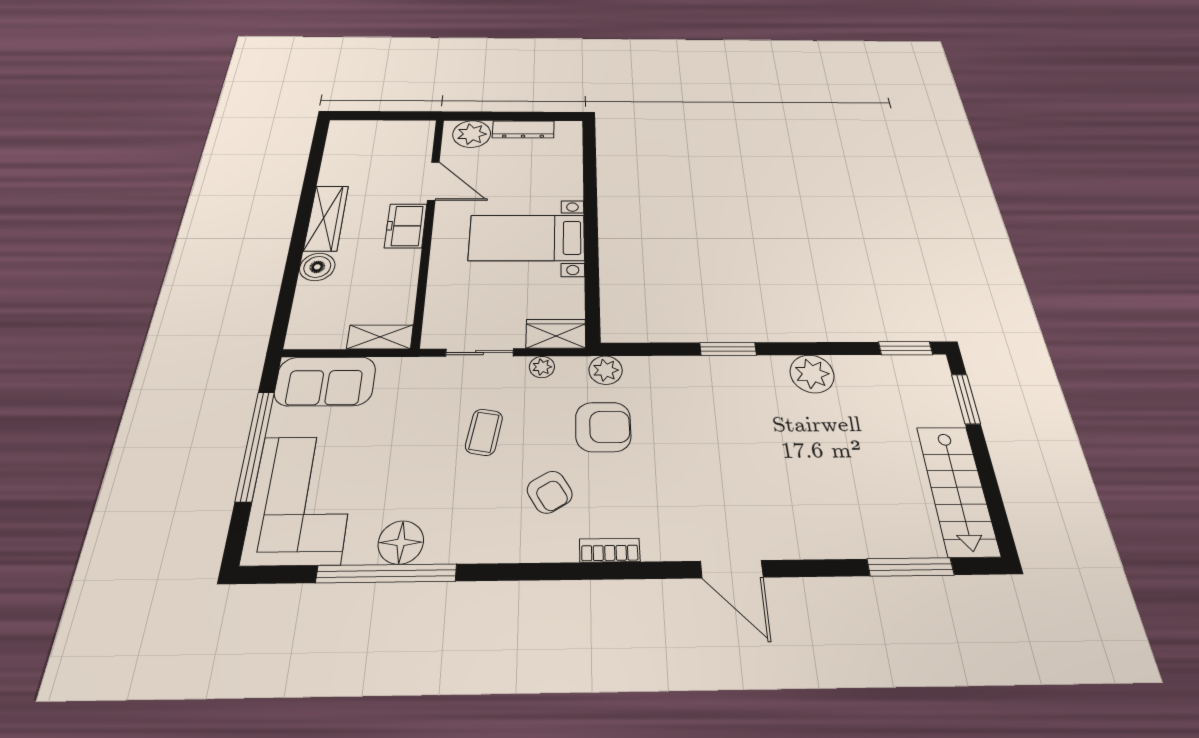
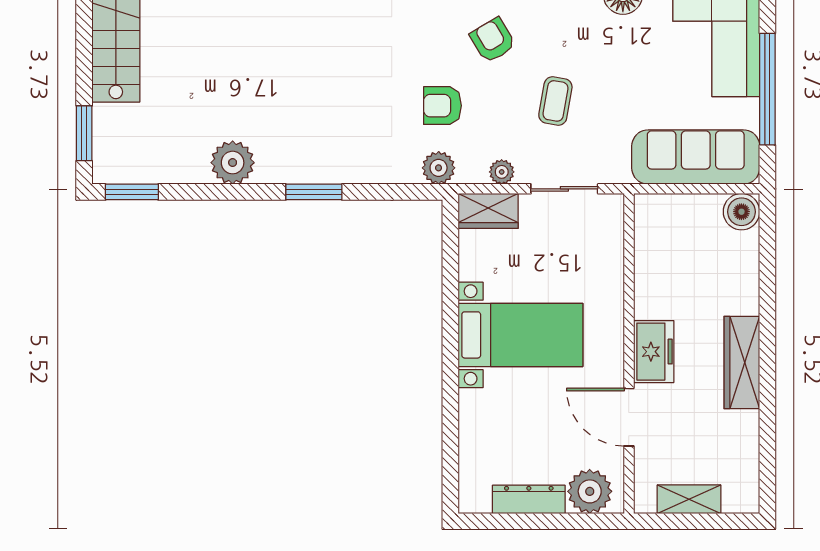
boiler: (317, 267) -> (741, 212), moved
shelving: (380, 337) -> (689, 499), moved
sofa: (325, 381) -> (696, 157), width x1.36
armchair: (603, 427) -> (442, 106), width x0.72, depth x0.72

